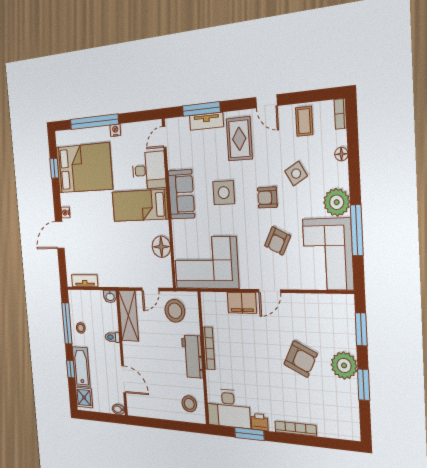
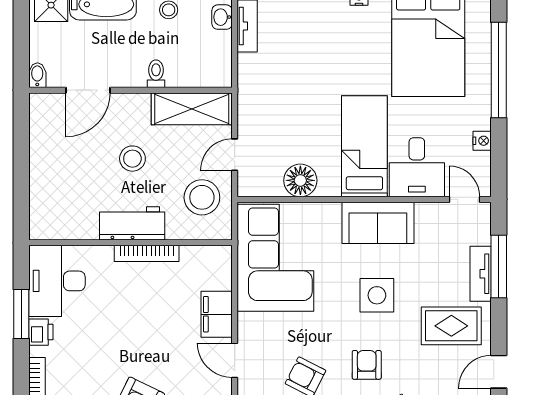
nightstand: (115, 130) -> (482, 141), moved
door: (150, 289) -> (235, 155), hinge flipped
washbasin: (110, 296) -> (222, 17), moved
stool: (189, 404) -> (132, 159), moved

